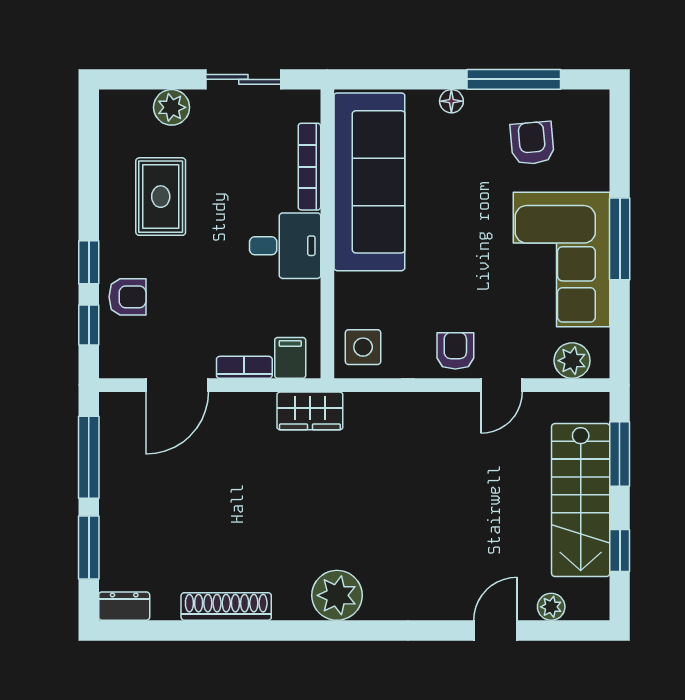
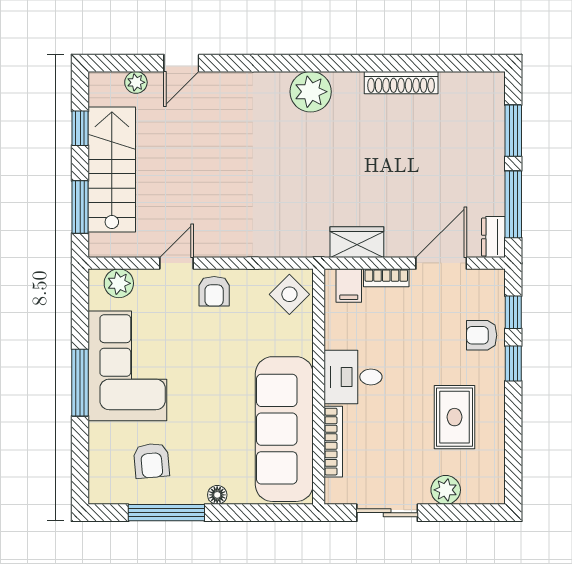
side table: (363, 347) -> (289, 294), turned 45
wardrobe: (310, 411) -> (357, 242), moved
dresser: (124, 606) -> (493, 237), moved, turned 90

